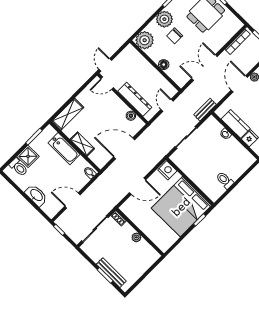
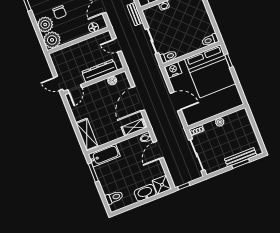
plant: (164, 19) -> (45, 24), moved
floor lamp: (164, 65) -> (93, 27), moved
shelving: (82, 144) -> (133, 127), moved
bathtub: (64, 149) -> (104, 155), moved
shower: (28, 156) -> (162, 185), moved
toilet: (178, 160) -> (168, 57), added
toilet: (225, 180) -> (210, 40), moved
door: (138, 186) -> (176, 102), hinge flipped
door: (72, 200) -> (158, 150), moved

